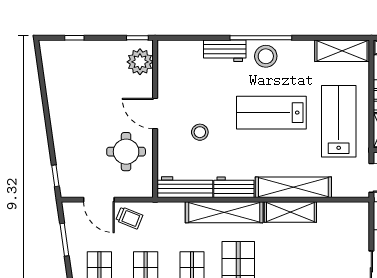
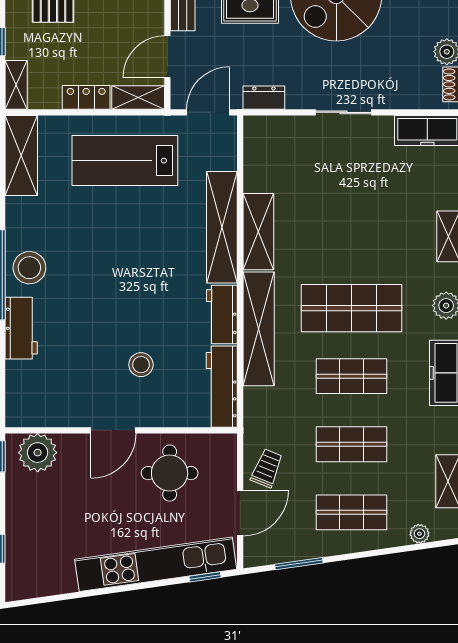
lab bench: (271, 113) -> (112, 259), removed
kitchen unit: (64, 142) -> (156, 564), added

